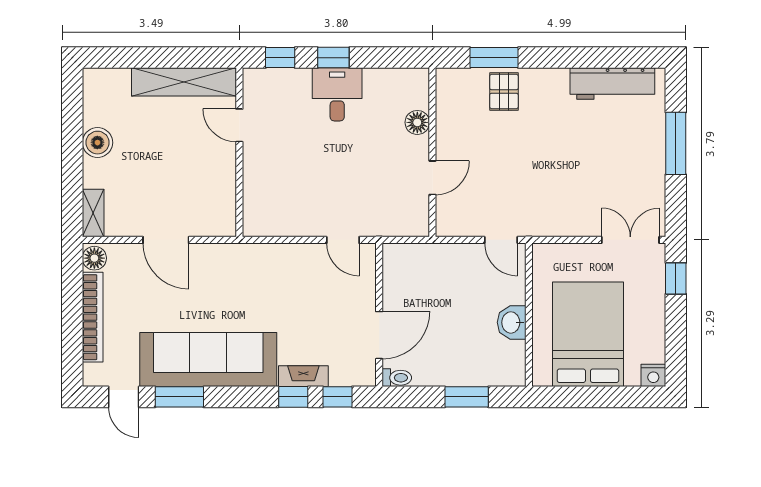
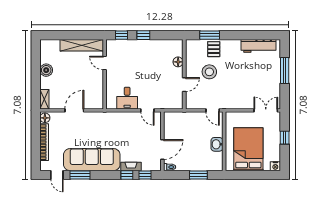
desk: (337, 94) -> (127, 98), moved, turned 180
stool: (493, 147) -> (209, 72), added
door: (166, 240) -> (74, 110), swing flipped
window: (676, 278) -> (285, 138), moved

